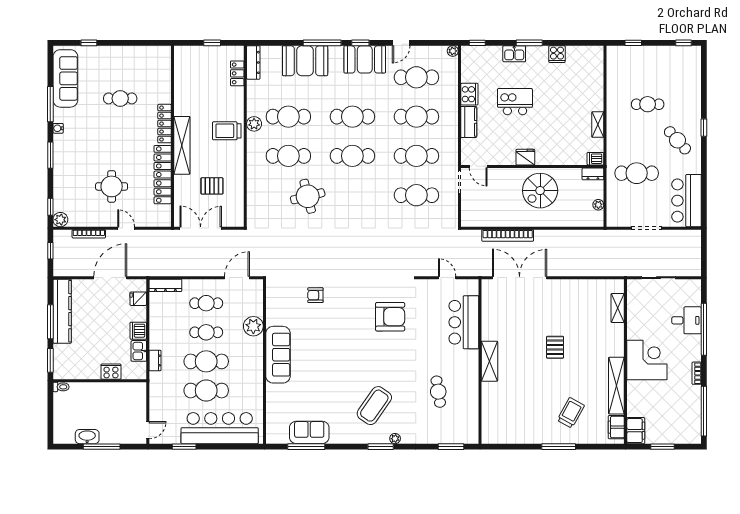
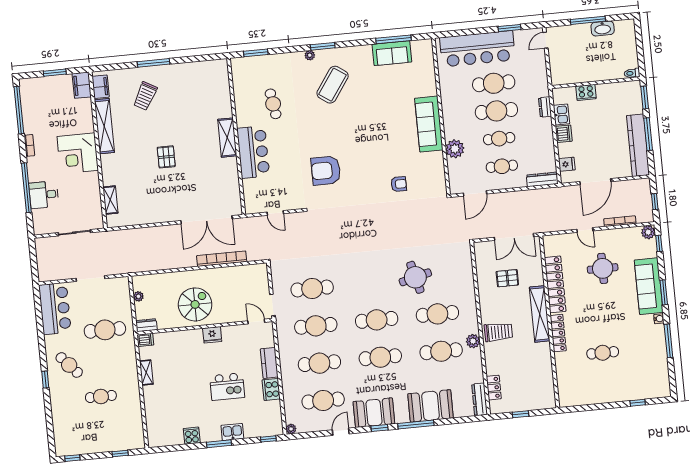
sofa: (65, 78) -> (649, 286), moved
bar counter: (464, 322) -> (253, 152), moved

